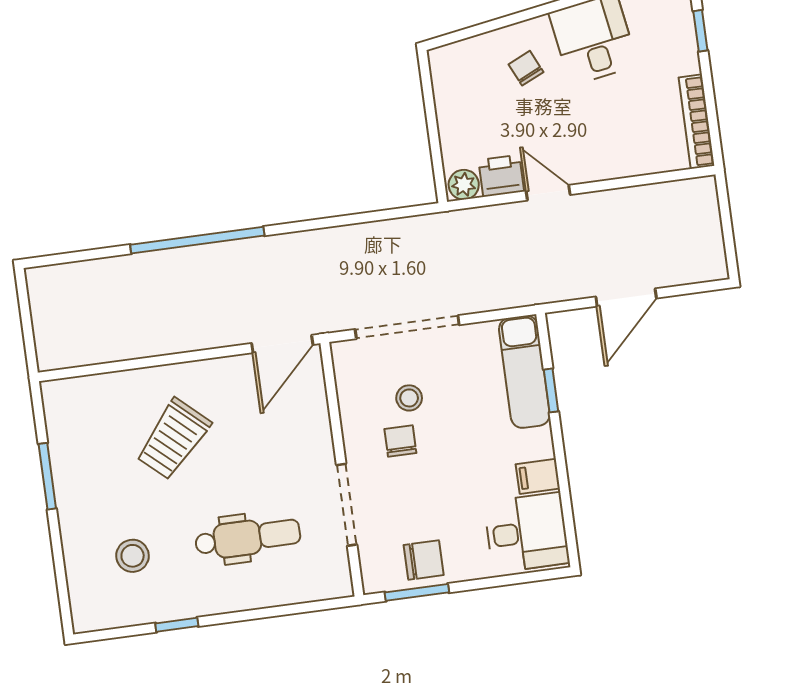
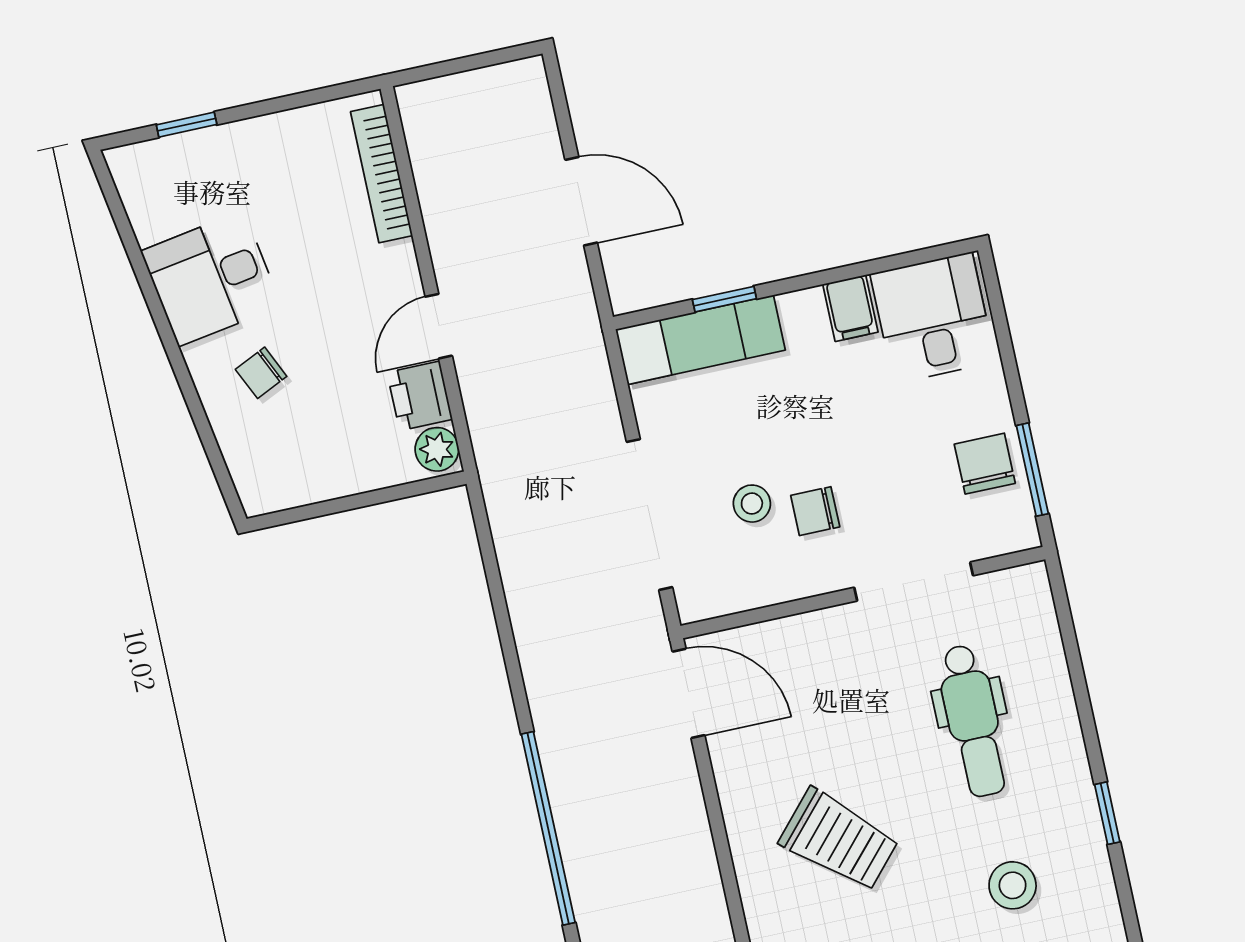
bookcase: (696, 122) -> (381, 174), moved, turned 90
dental chair: (248, 538) -> (973, 721), turned 180

